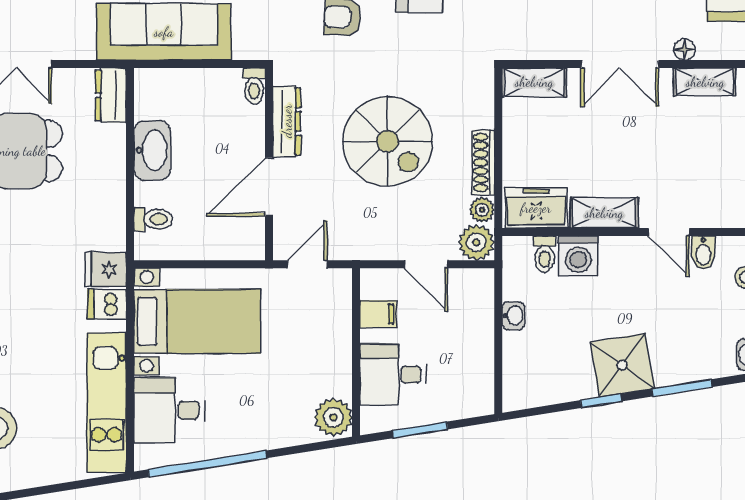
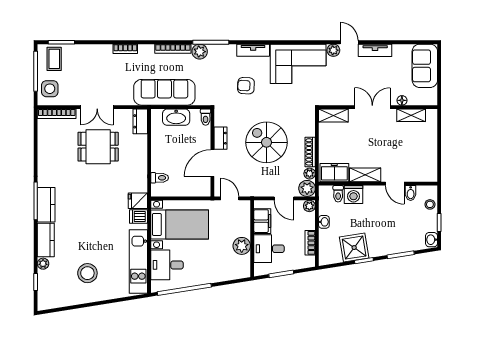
double door: (620, 64) -> (372, 107), swing flipped
dresser: (287, 121) -> (220, 138), width x0.70
spiral stairs: (388, 141) -> (267, 142), turned 180
washbasin: (152, 150) -> (176, 117), moved, turned 90
door: (307, 264) -> (230, 198), hinge flipped
plant: (482, 281) -> (309, 206), added
filing cabinet: (378, 314) -> (262, 221), width x2.00
bookcase: (483, 362) -> (310, 243), added
shower: (622, 365) -> (354, 248), moved
plant: (333, 417) -> (242, 246), moved

